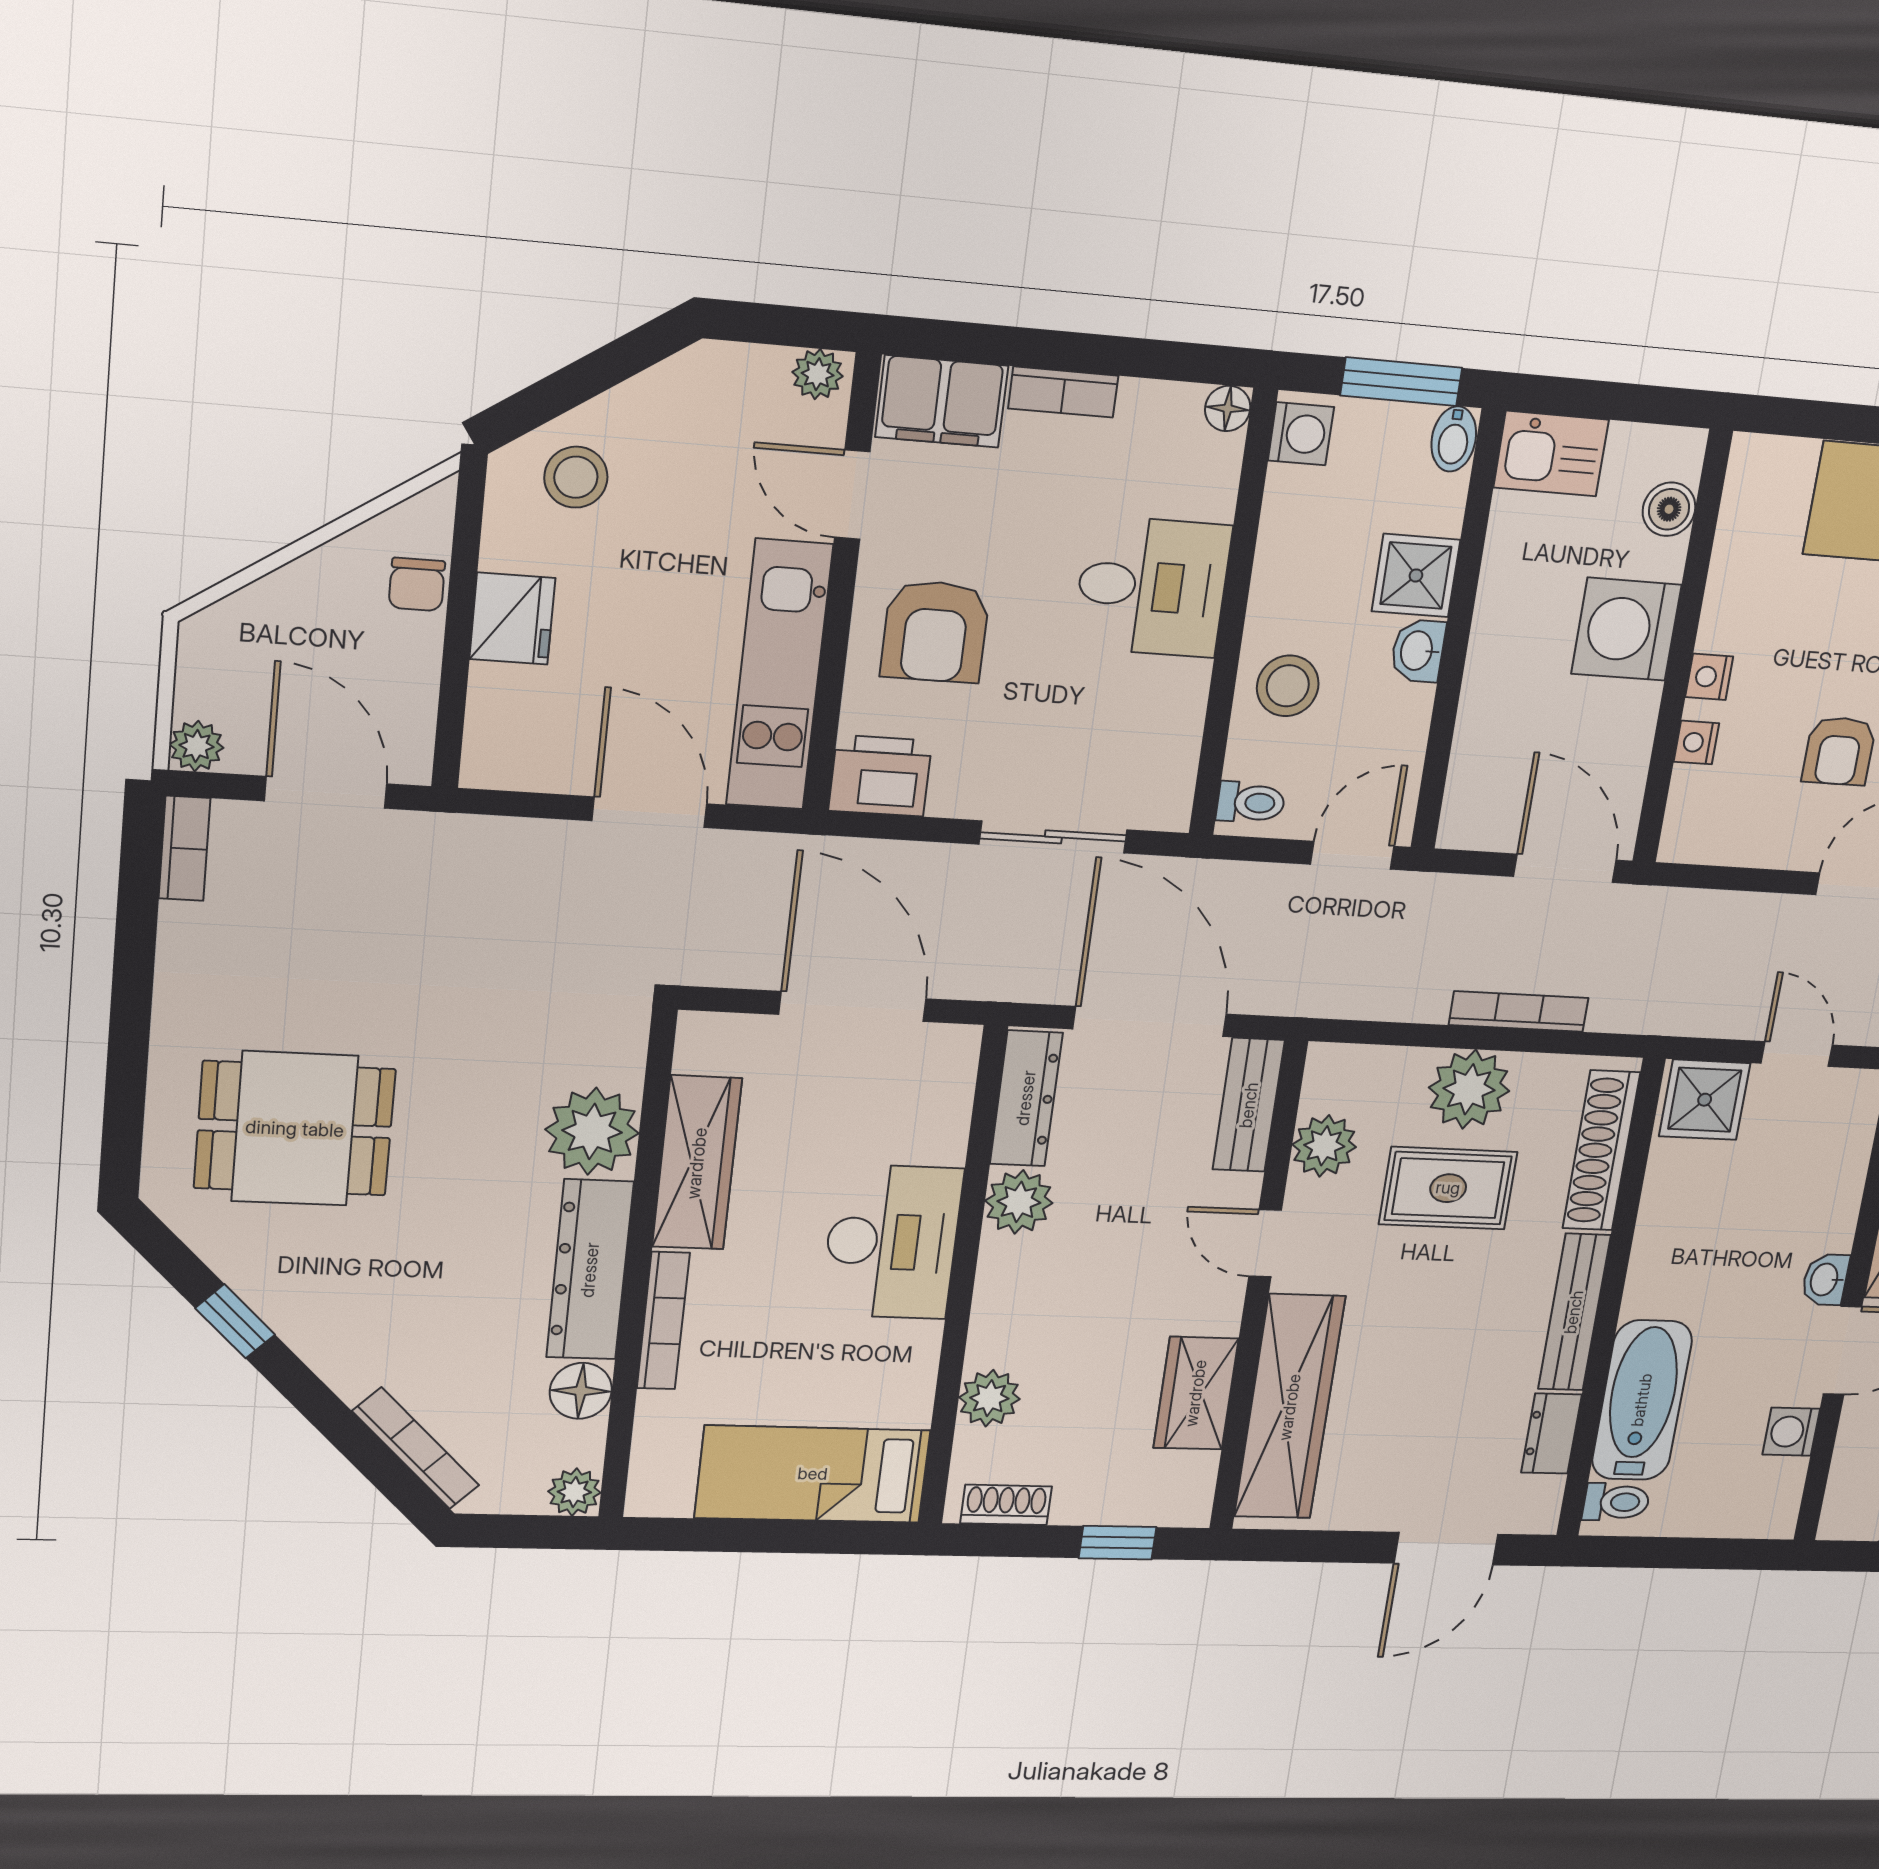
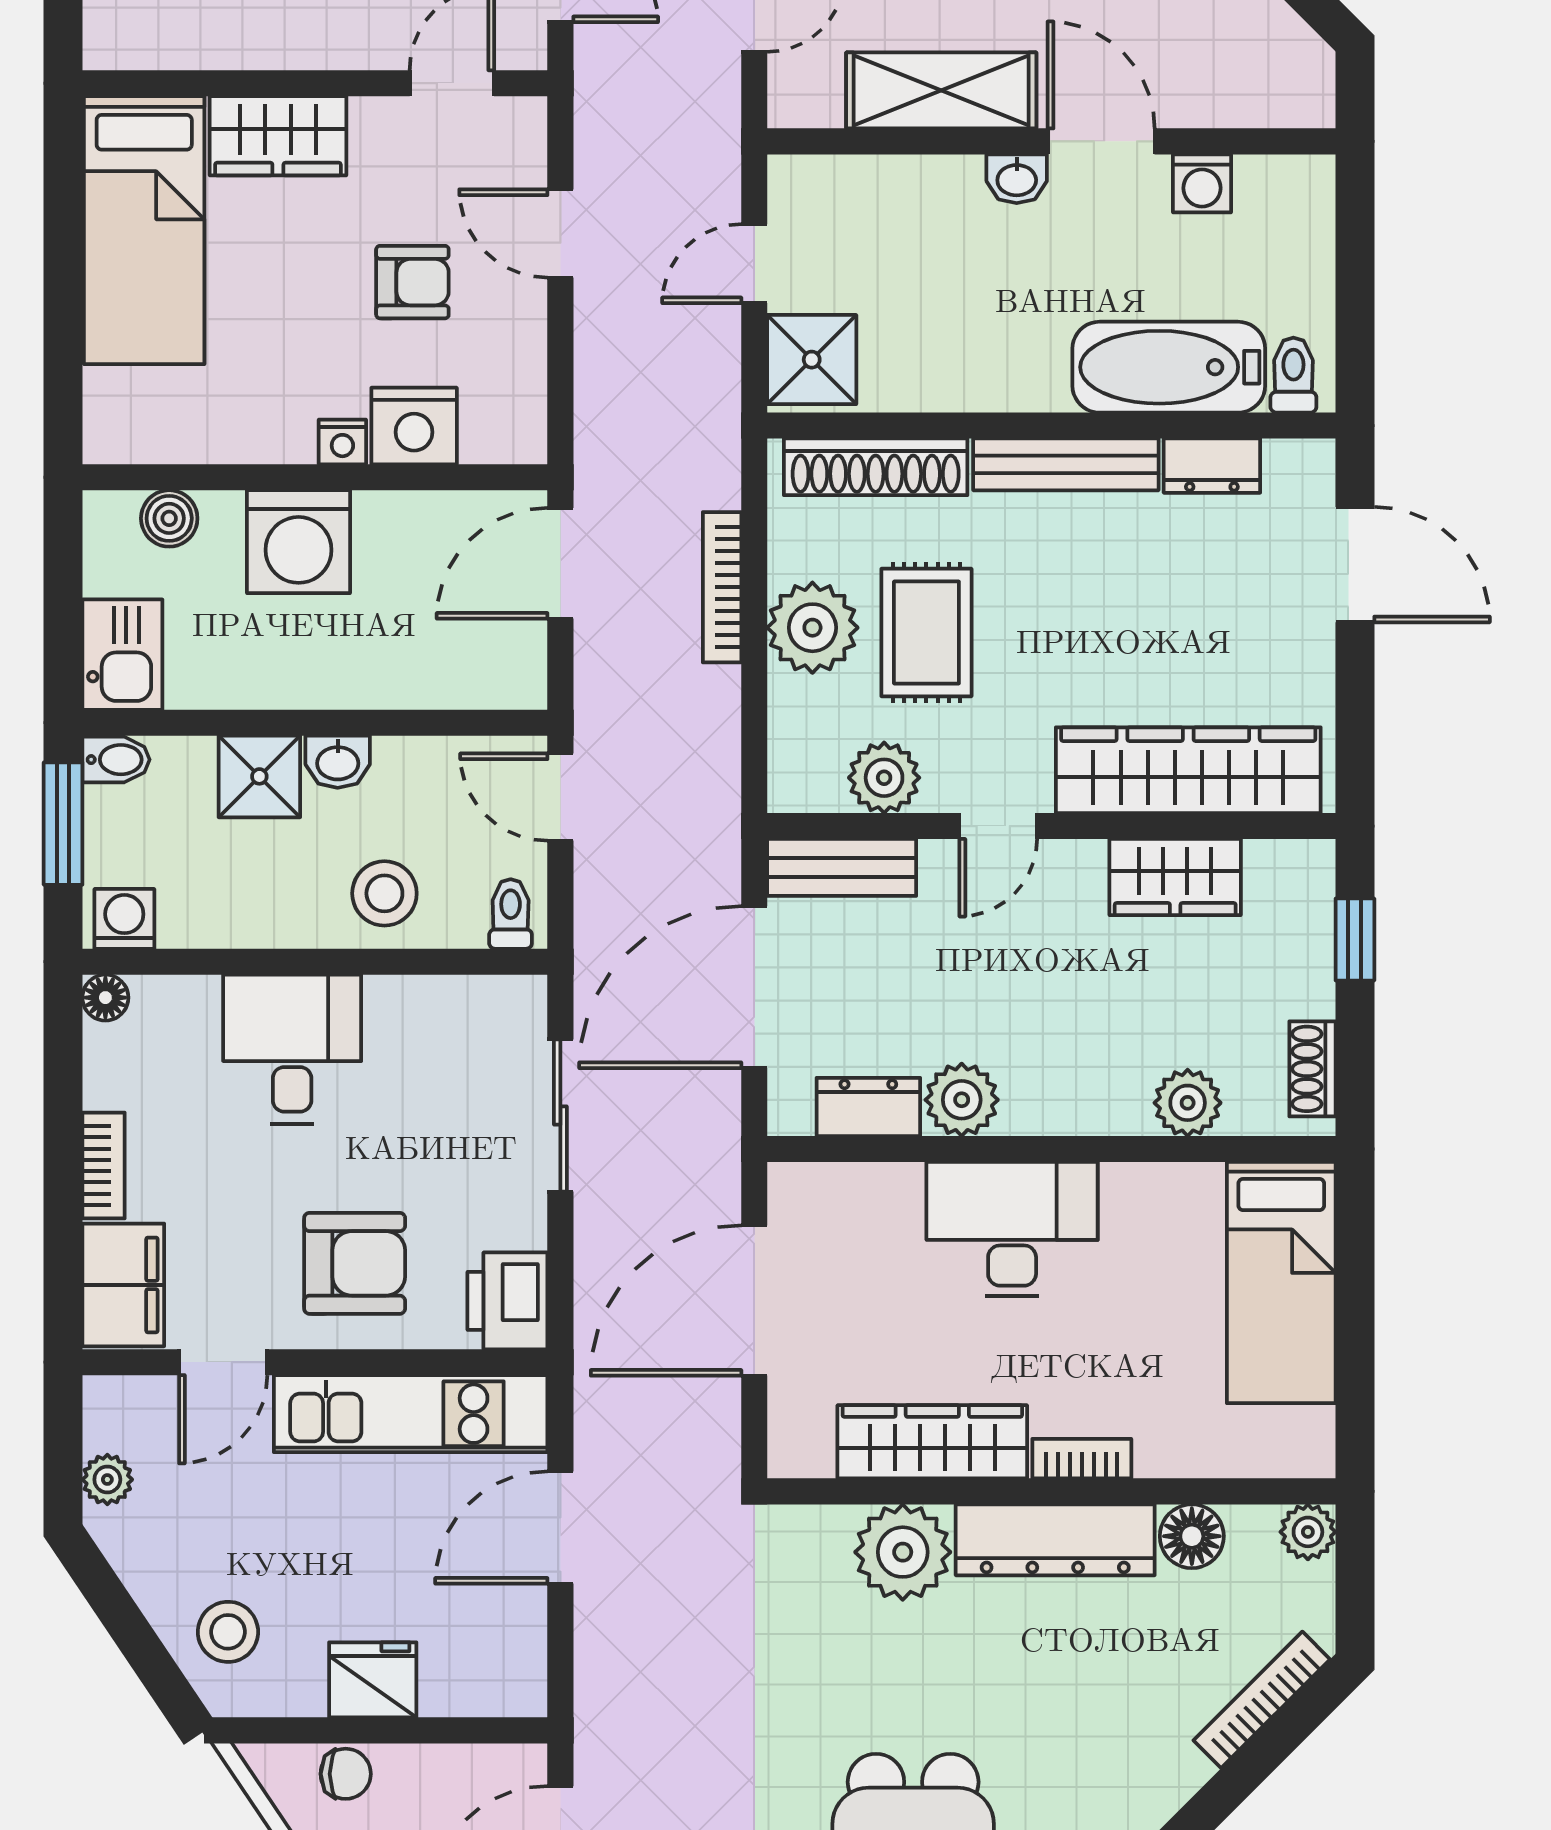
plant: (818, 374) -> (107, 1480), moved
nightstand: (1696, 742) -> (414, 426), width x1.89, depth x1.79
dresser: (1026, 1098) -> (868, 1107), width x0.70
bookcase: (663, 1321) -> (1082, 1459), width x0.64

